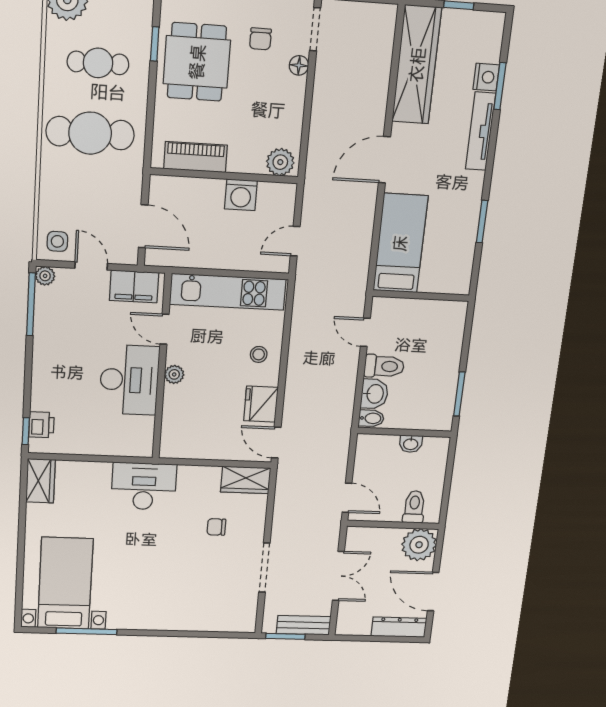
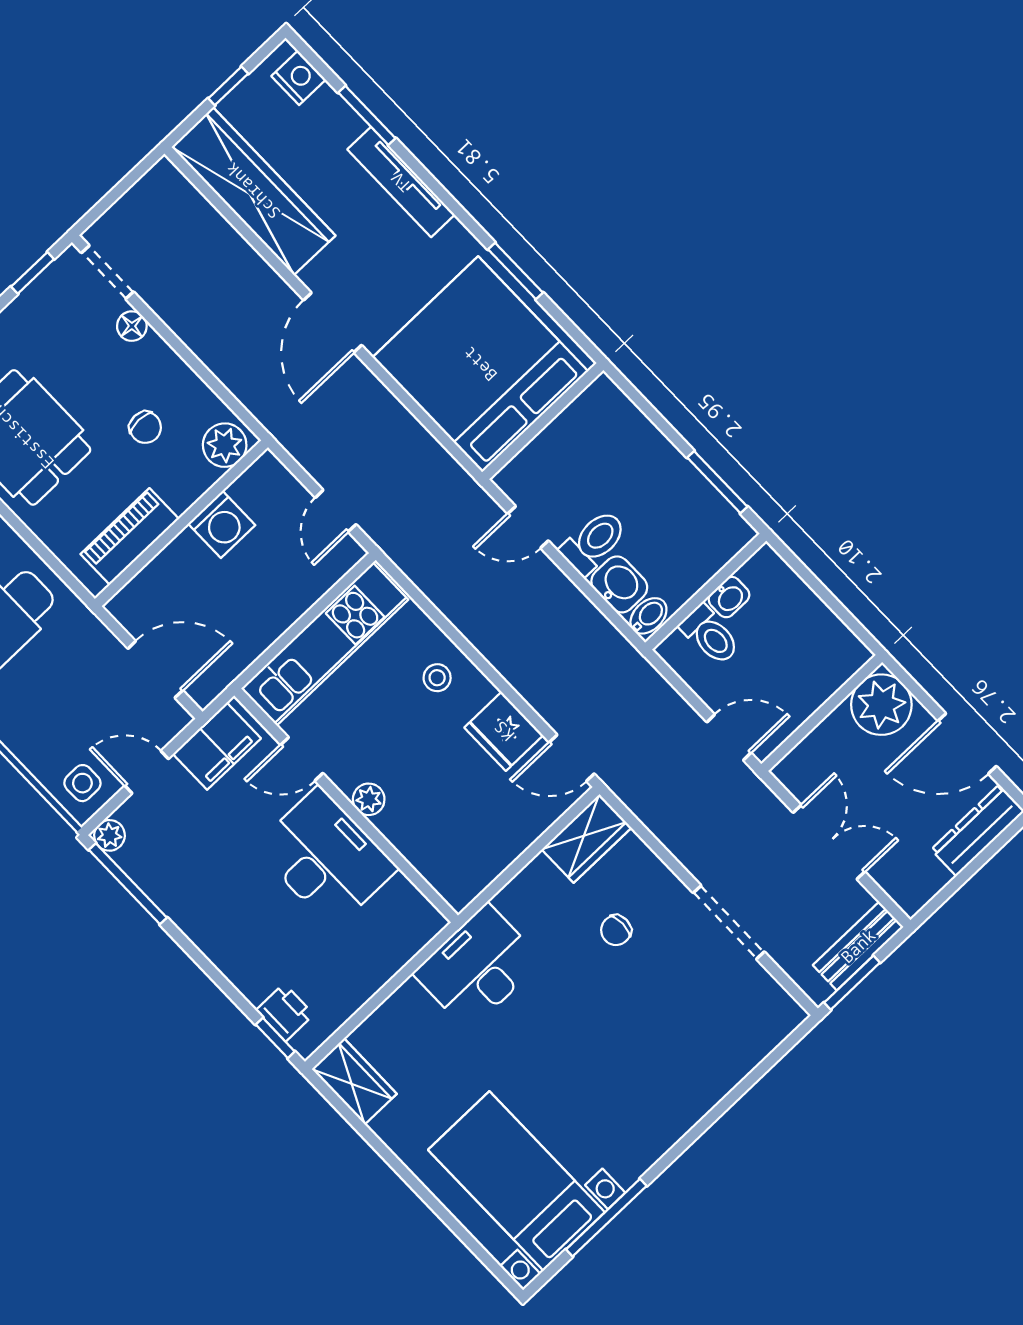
chair: (260, 39) -> (145, 427), moved
nightstand: (486, 77) -> (299, 78), moved
bed: (400, 243) -> (480, 364), width x2.04
toilet: (414, 507) -> (710, 635), moved, turned 180

